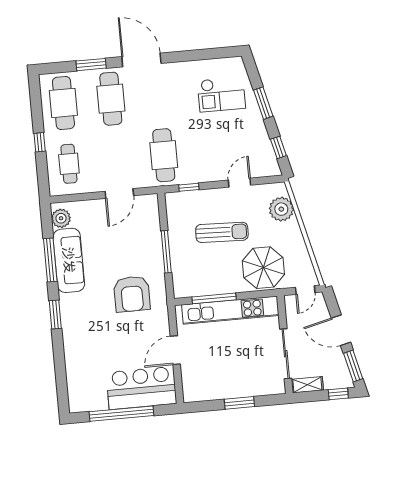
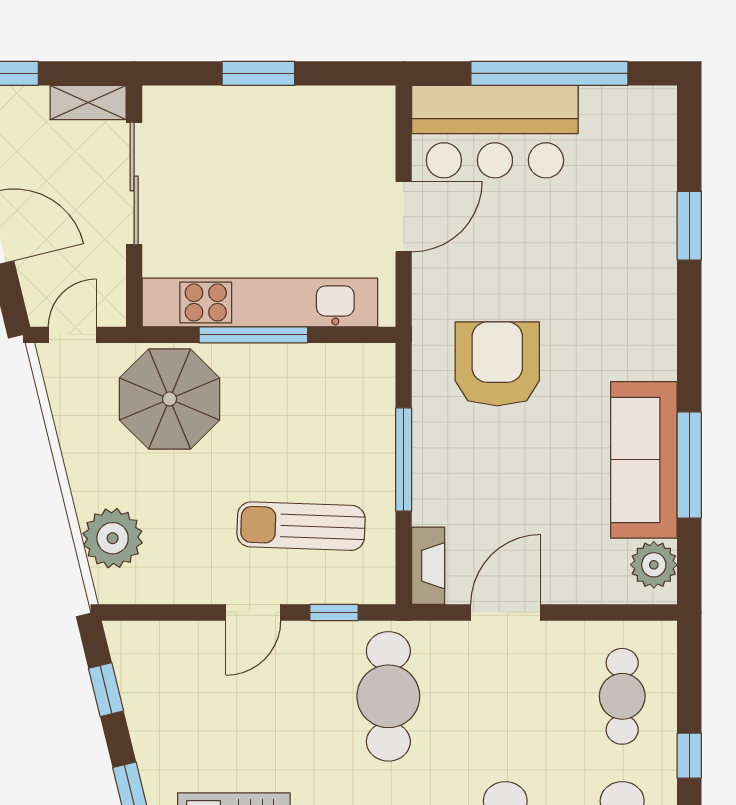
door: (239, 183) -> (253, 612), moved
fireplace: (152, 210) -> (428, 566), added
sun lounger: (222, 232) -> (301, 526), moved
window: (214, 298) -> (253, 335), moved
window: (55, 315) -> (689, 226), moved

